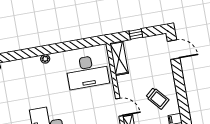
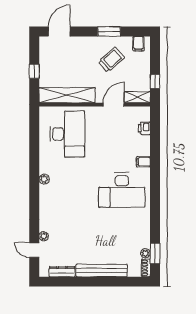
shelving: (119, 58) -> (67, 95), width x1.47
window: (181, 92) -> (109, 32), added

